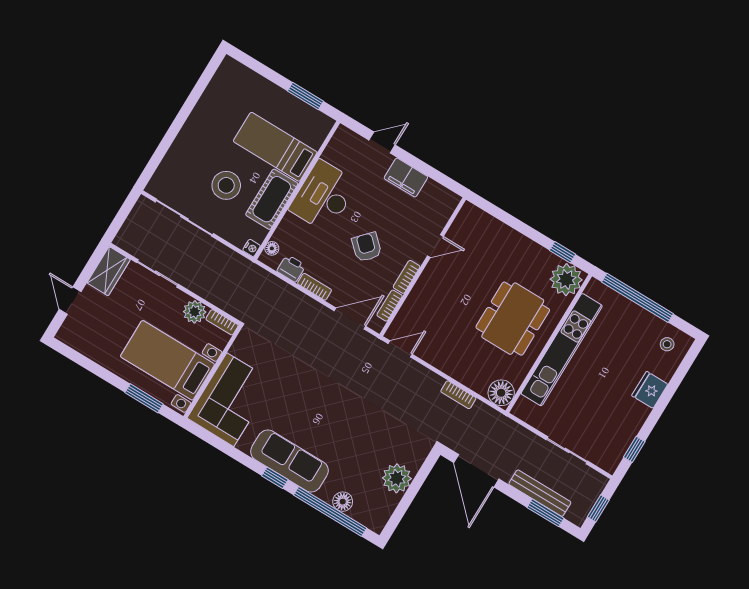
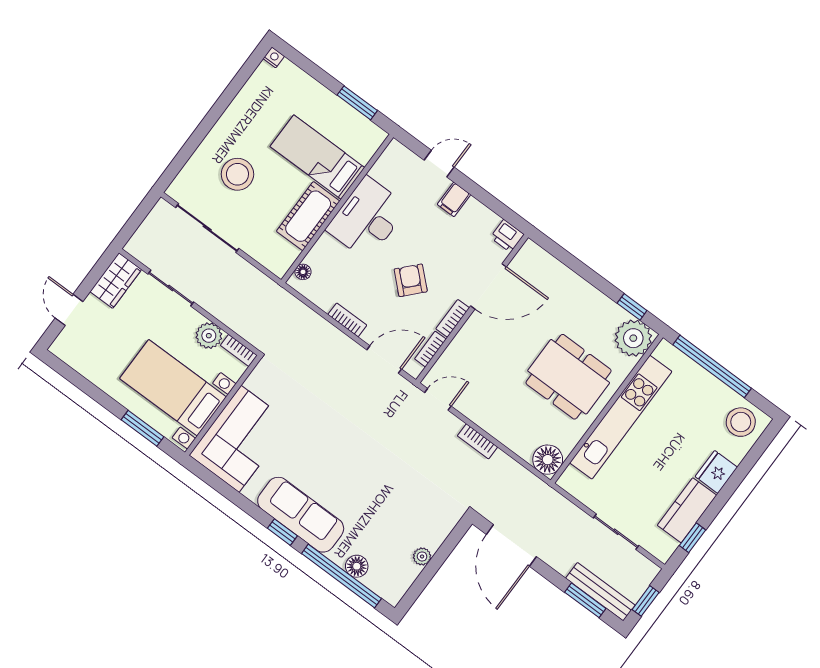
filing cabinet: (406, 178) -> (454, 199), width x0.50
stool: (226, 185) -> (237, 174), moved
door: (435, 246) -> (489, 286), width x1.88
nightstand: (251, 248) -> (274, 57), moved, turned -90
printer: (291, 268) -> (507, 236), moved, turned 180
dining table: (513, 319) -> (569, 377), turned 90
stool: (667, 344) -> (741, 422), width x1.89, depth x1.89
bookcase: (458, 395) -> (477, 441), moved
kitchen counter: (627, 426) -> (687, 510), added
plant: (397, 478) -> (422, 556), width x0.53, depth x0.53
bench: (540, 493) -> (600, 592), moved

